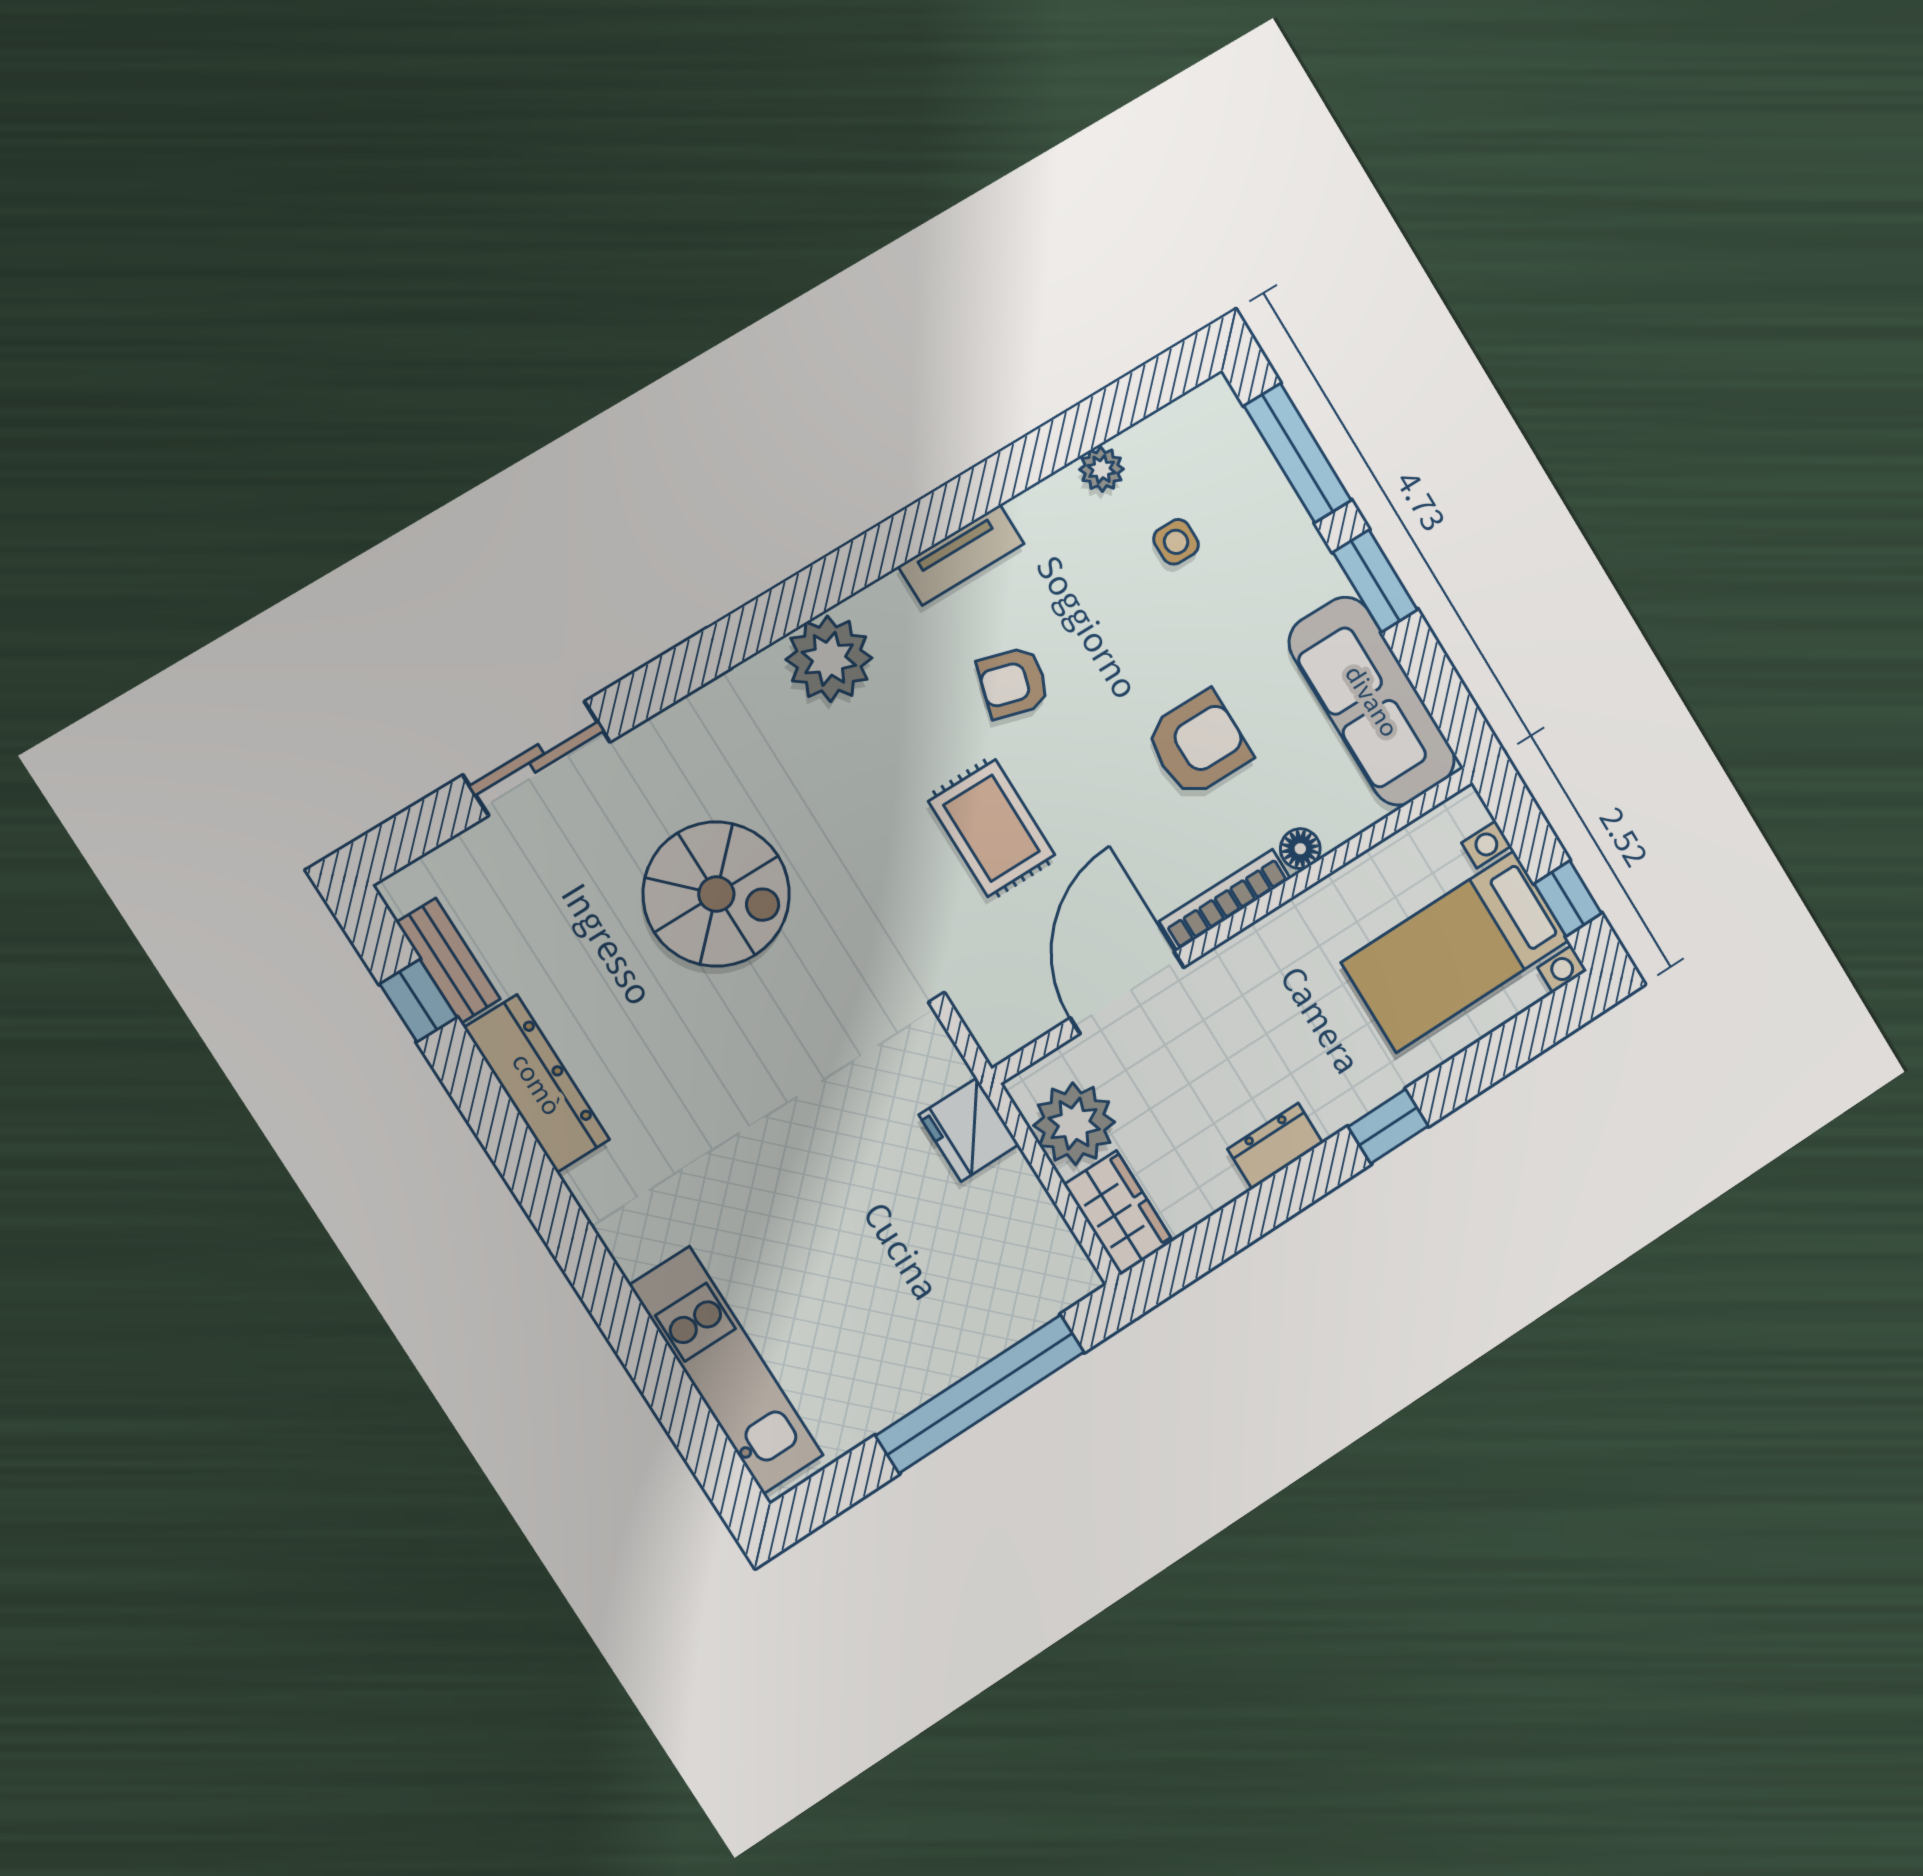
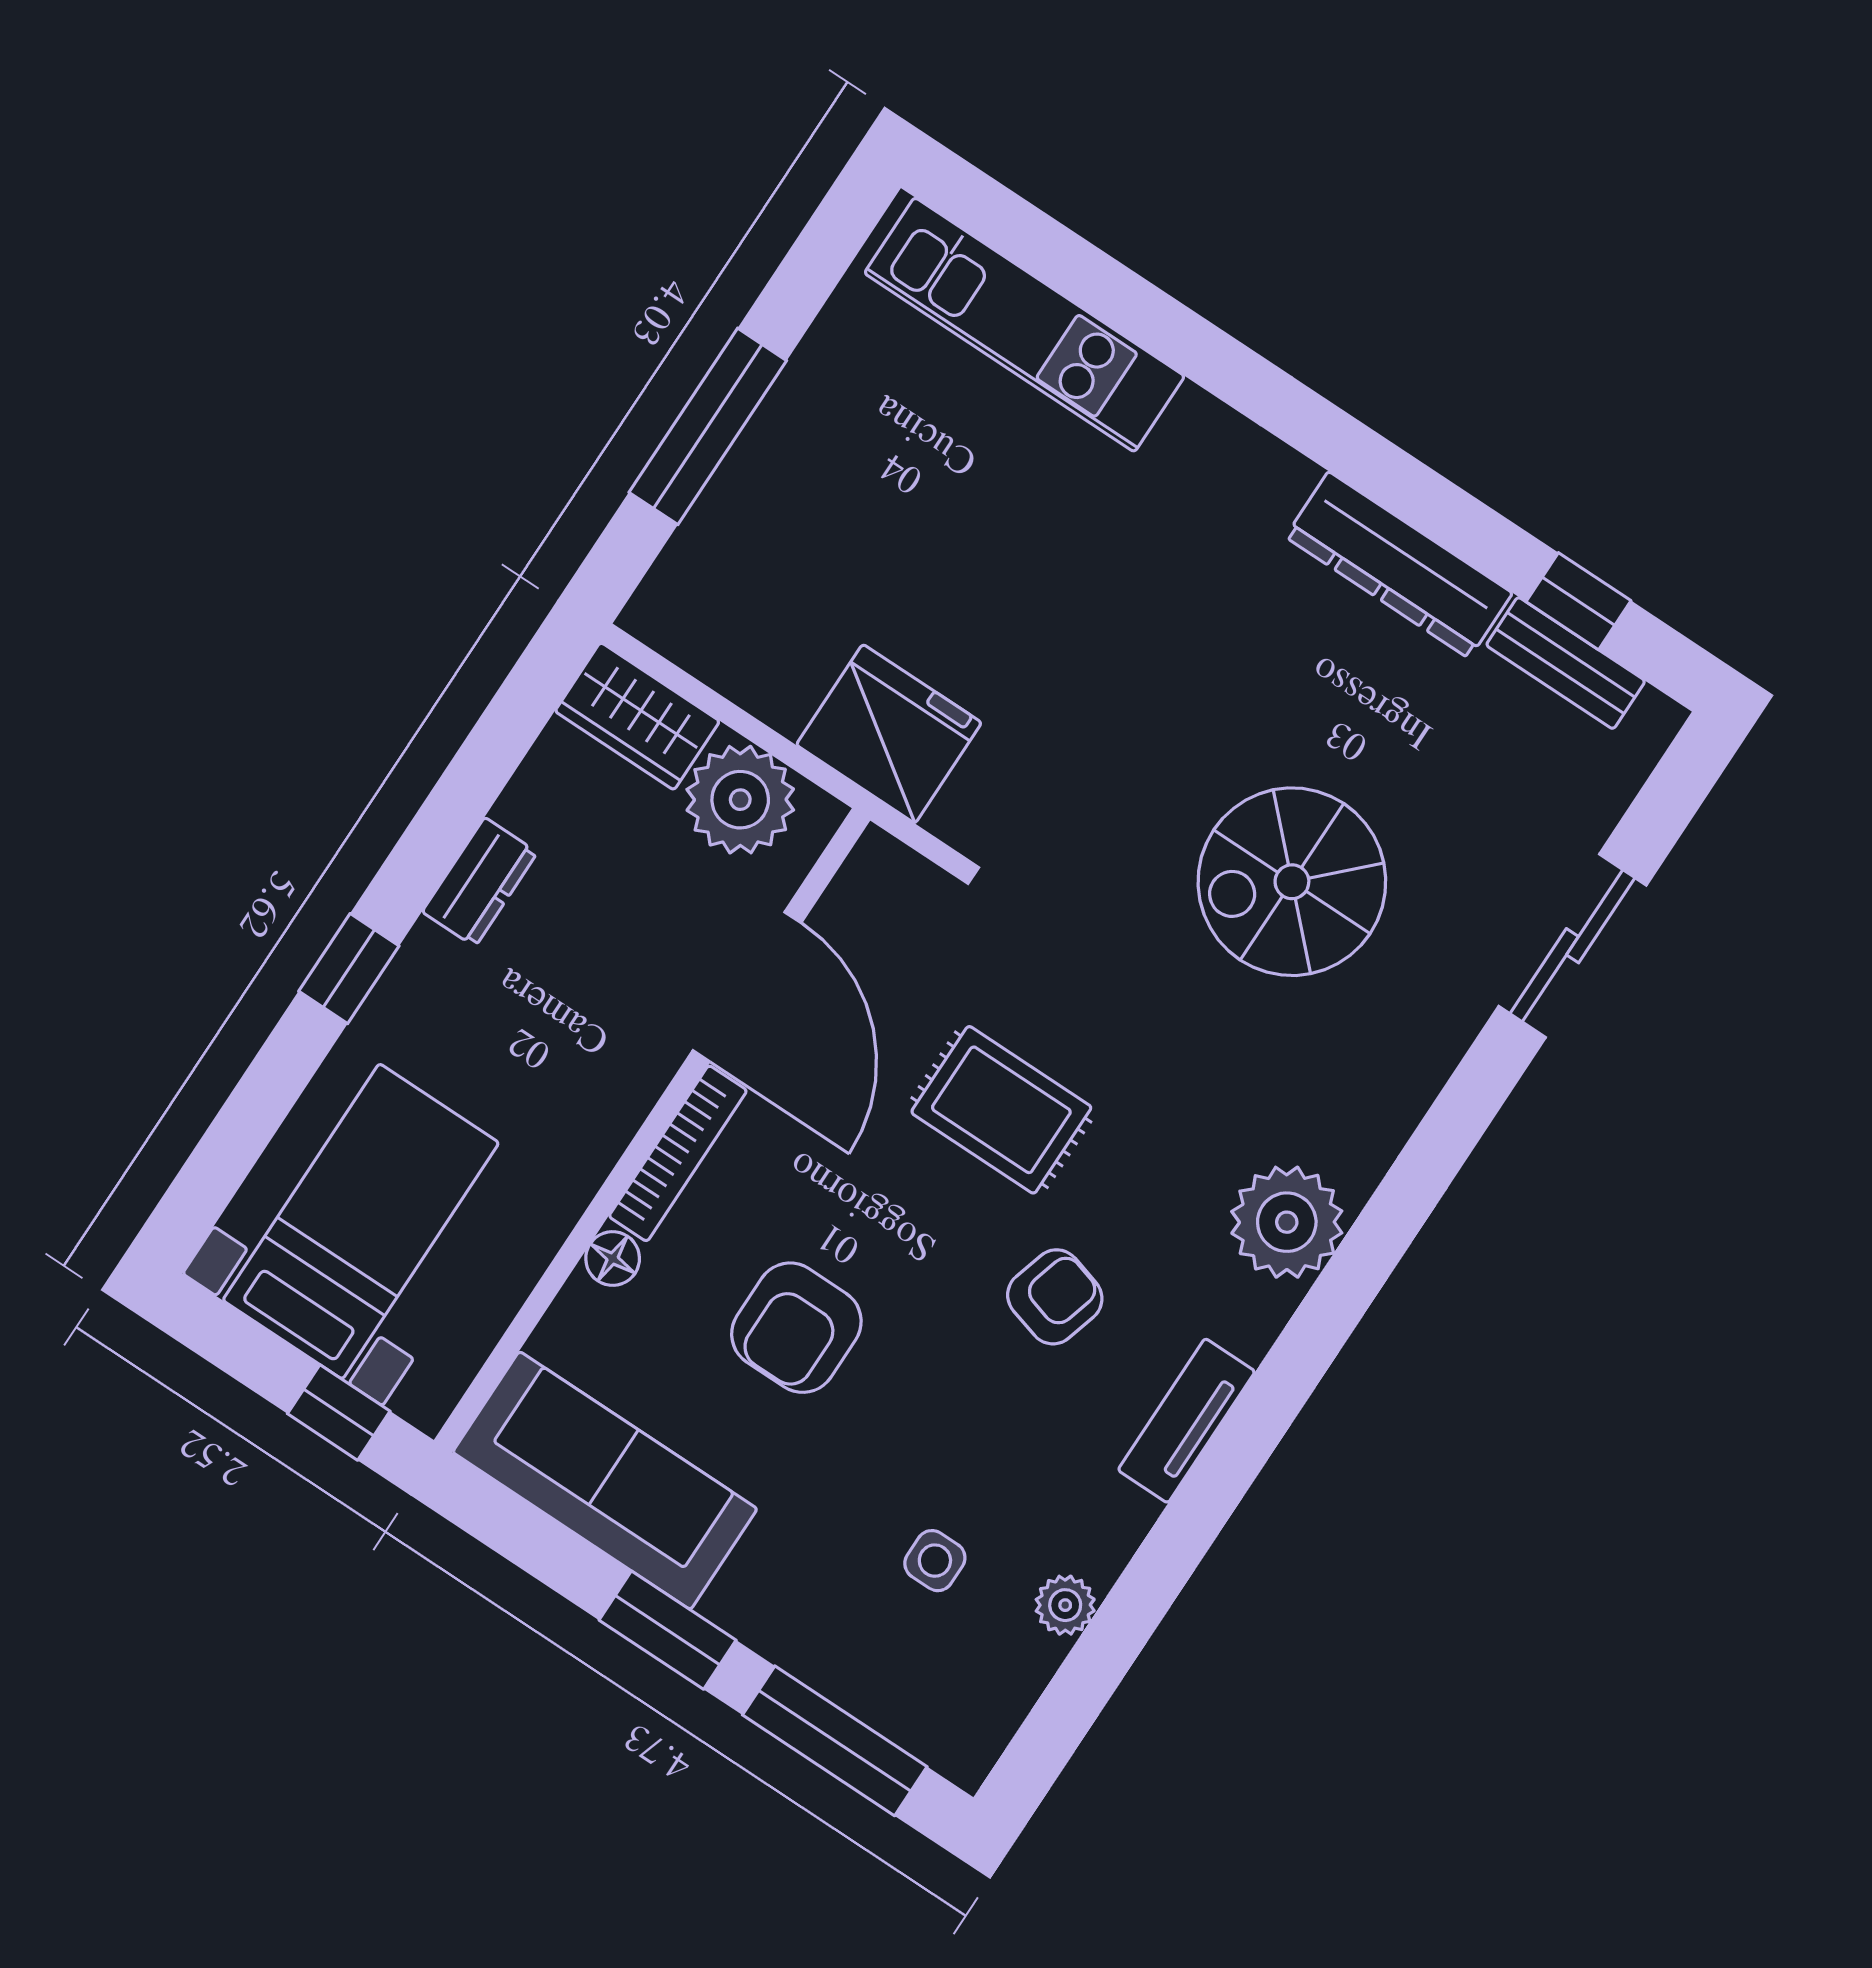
window: (1568, 898) -> (339, 1412), moved
fridge: (969, 1130) -> (889, 734), width x1.36, depth x1.34
window: (980, 1394) -> (708, 426), width x0.68

